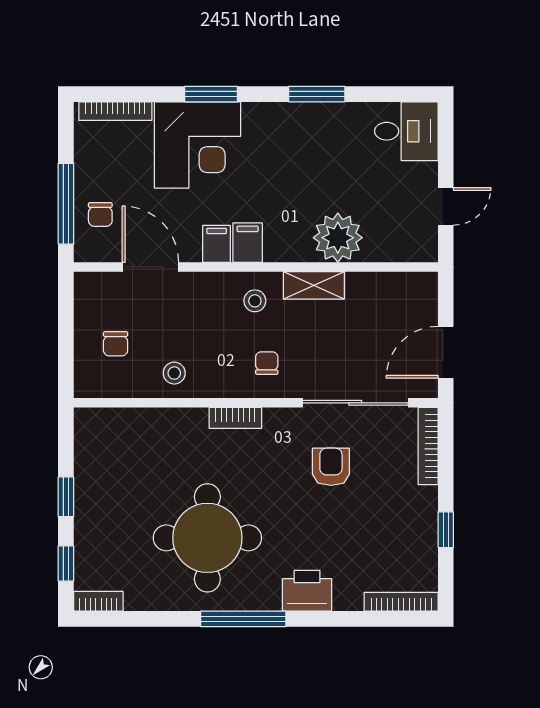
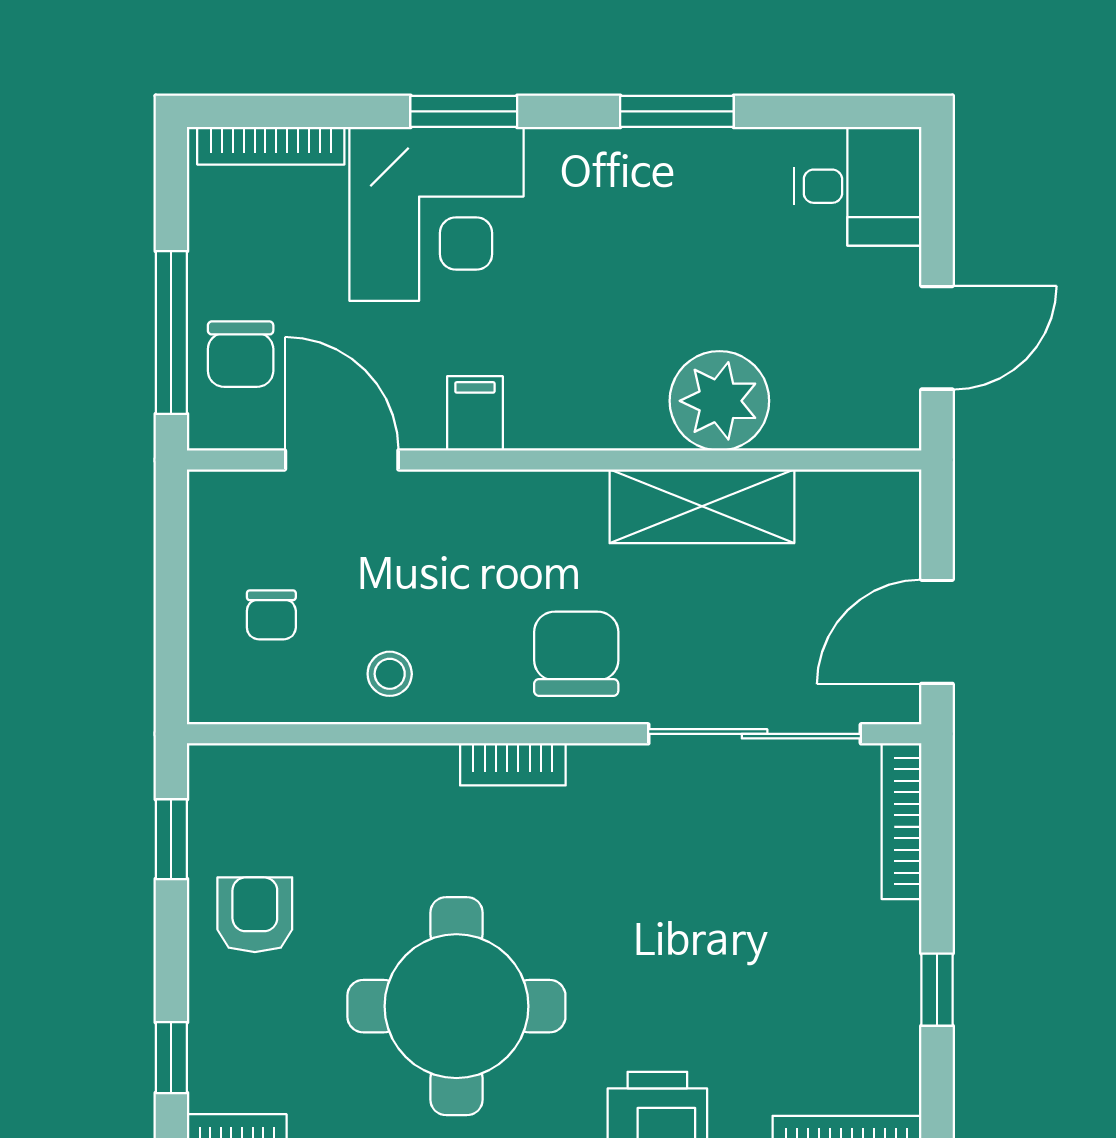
door: (446, 206) -> (937, 338), width x1.38
chair: (100, 214) -> (241, 354), width x1.37, depth x1.37
filing cabinet: (248, 243) -> (538, 411), removed
shelving: (314, 285) -> (702, 506), width x1.50, depth x1.33
stool: (255, 301) -> (552, 528), removed
chair: (267, 363) -> (576, 654), width x1.87, depth x1.87
armchair: (331, 467) -> (255, 915), moved
window: (66, 497) -> (171, 839), moved

